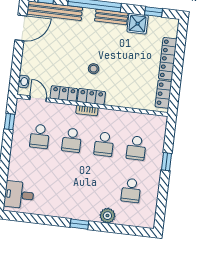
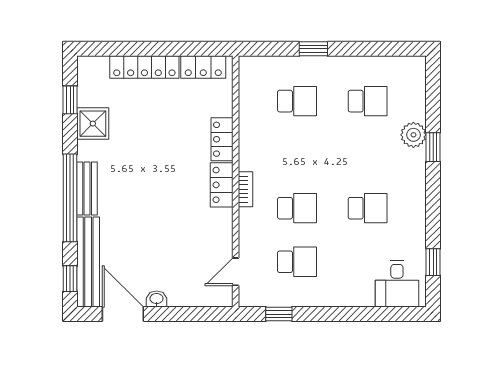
bench: (111, 17) -> (87, 188), moved
stool: (94, 69) -> (175, 187), removed
washbasin: (24, 82) -> (157, 299), moved
locker: (64, 93) -> (222, 139), moved
school desk: (104, 144) -> (368, 208), moved
window: (29, 218) -> (433, 262), added
window: (79, 224) -> (433, 147), moved

